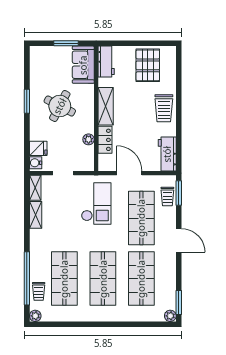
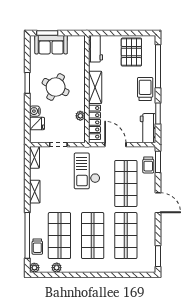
window: (66, 43) -> (47, 33), moved
sofa: (83, 65) -> (51, 45), moved, turned -90
window: (179, 82) -> (158, 66), added
trolley: (164, 108) -> (145, 89), turned 180
window: (179, 137) -> (158, 114), added
locker: (105, 140) -> (95, 122), width x1.53
water cooler: (36, 163) -> (35, 111), moved
checkout: (96, 203) -> (87, 171), turned 180
shelving: (36, 215) -> (35, 192), moved
plant: (170, 316) -> (57, 268), moved

